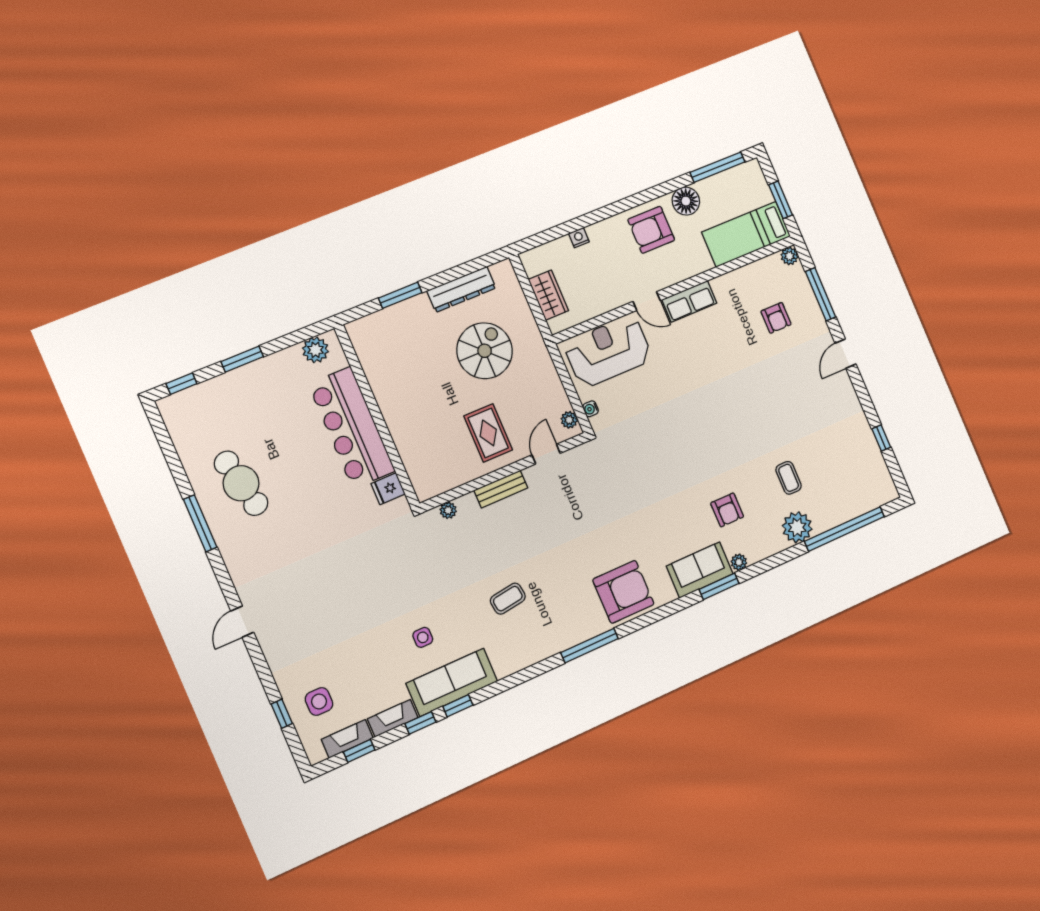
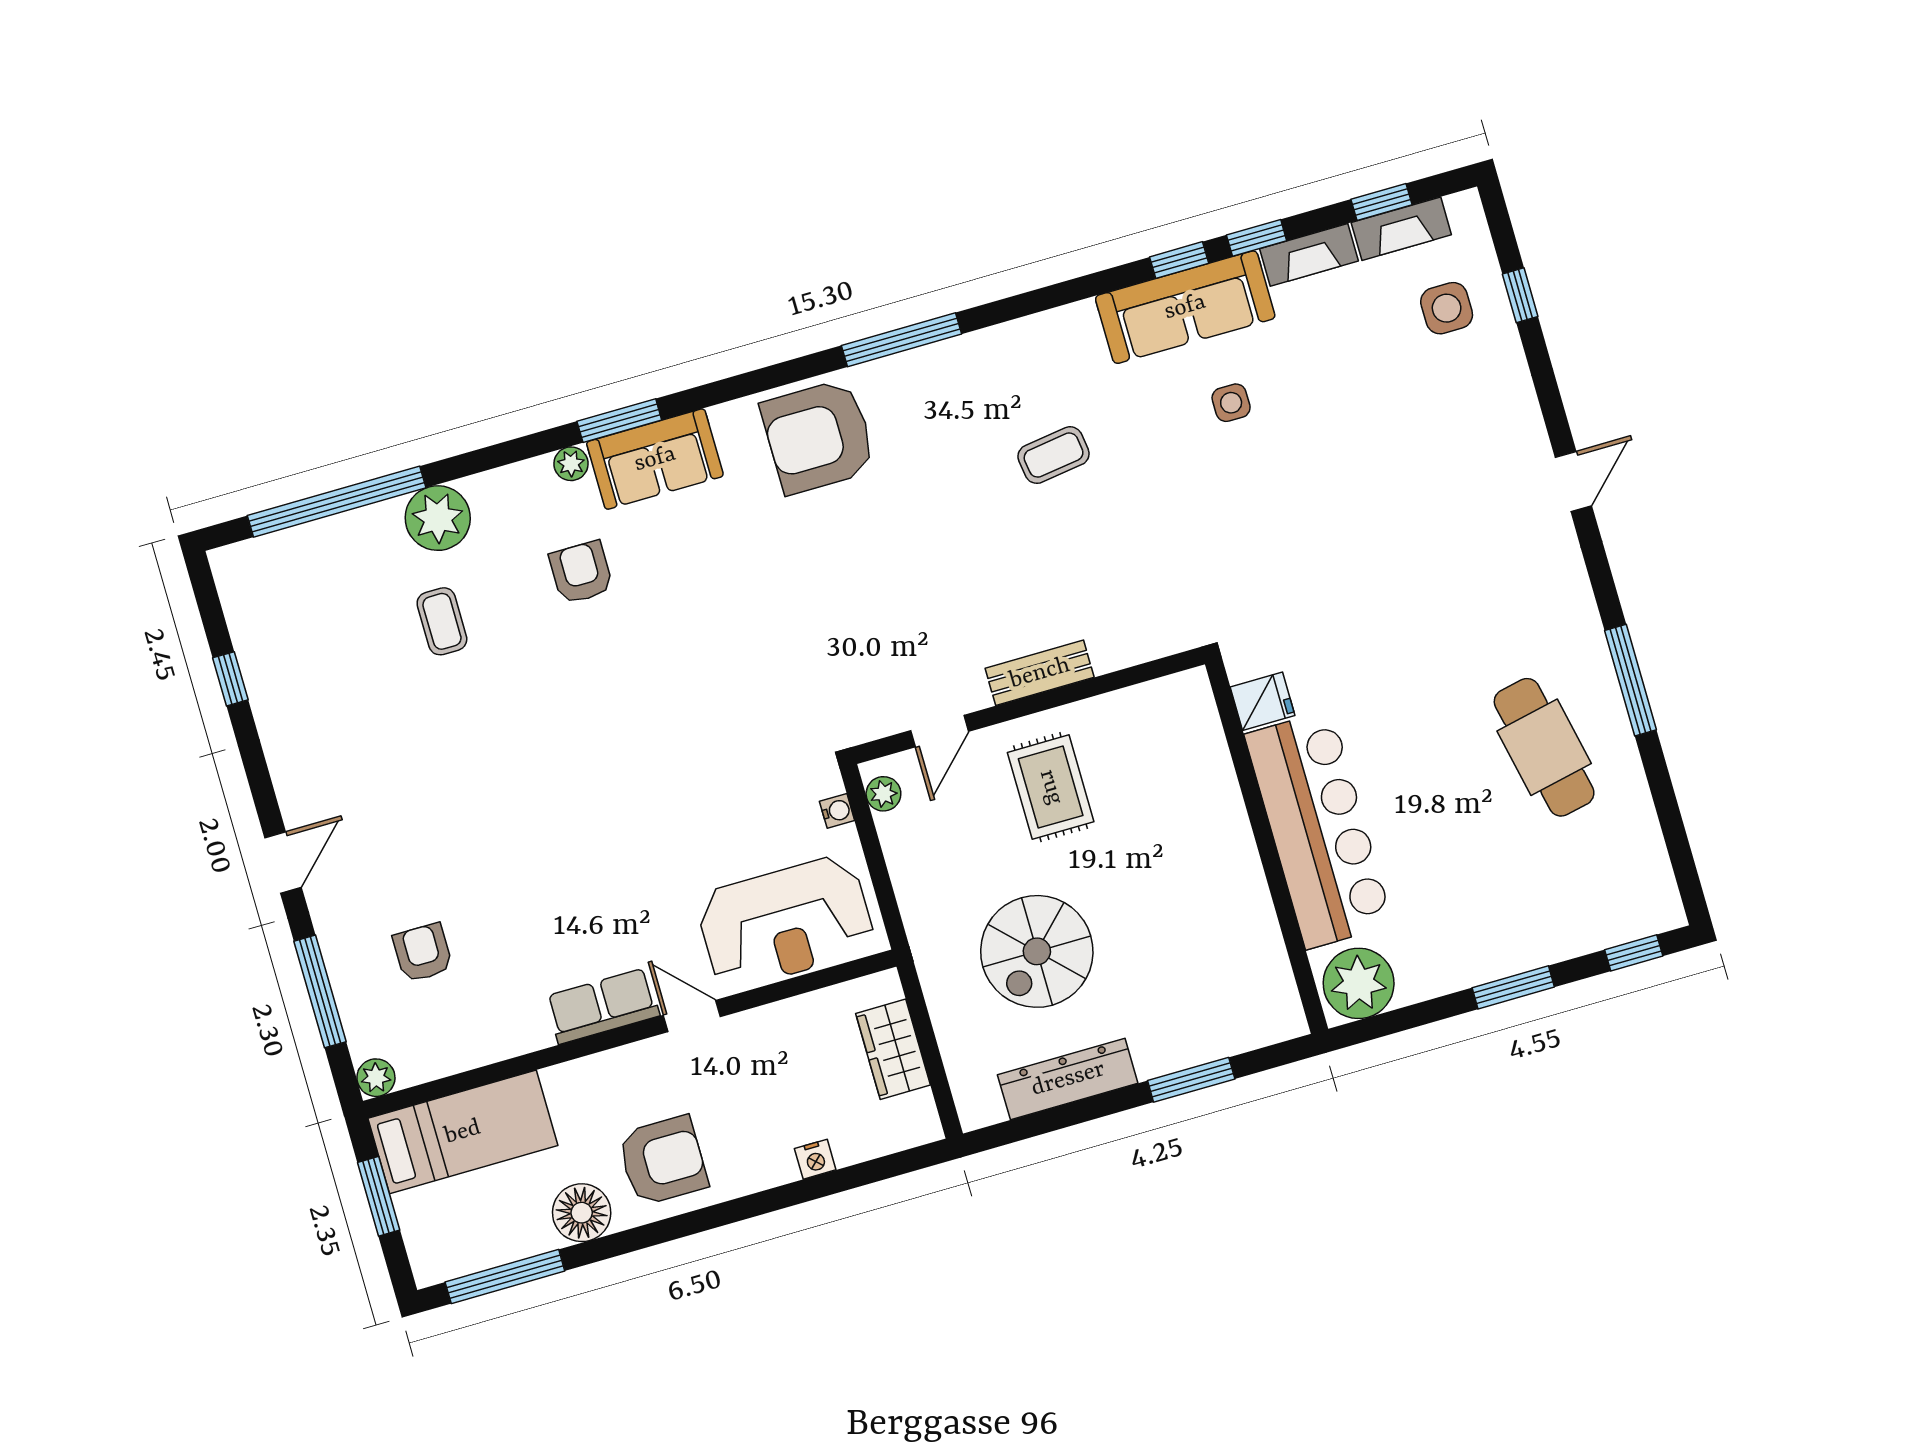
plant: (315, 350) -> (1359, 983), width x1.36, depth x1.36
plant: (448, 510) -> (1150, 644), removed

